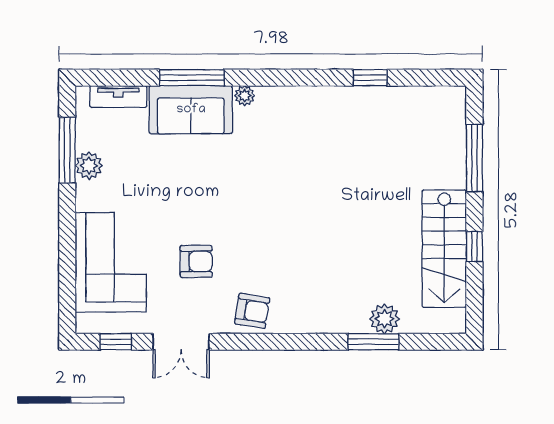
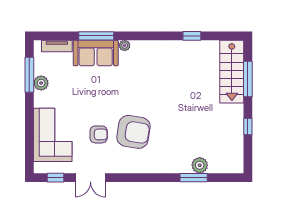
stairs: (444, 249) -> (232, 72), moved
armchair: (252, 311) -> (133, 132), moved, width x1.88, depth x1.88

